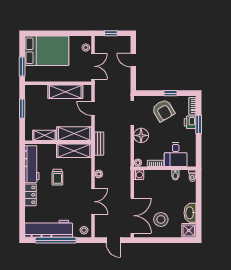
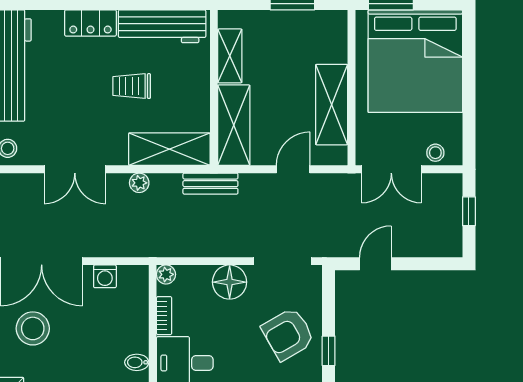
bed: (47, 51) -> (415, 61), width x1.36
door: (133, 60) -> (375, 264), moved
shelving: (74, 151) -> (169, 149), moved, turned 90
washing machine: (139, 175) -> (105, 276), moved

